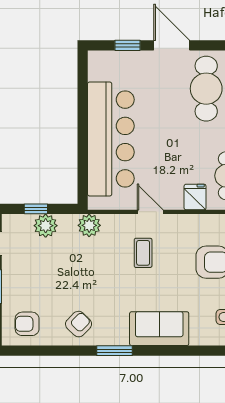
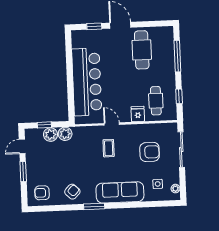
plant: (89, 225) -> (65, 134), moved
sofa: (159, 329) -> (120, 192), width x1.36

